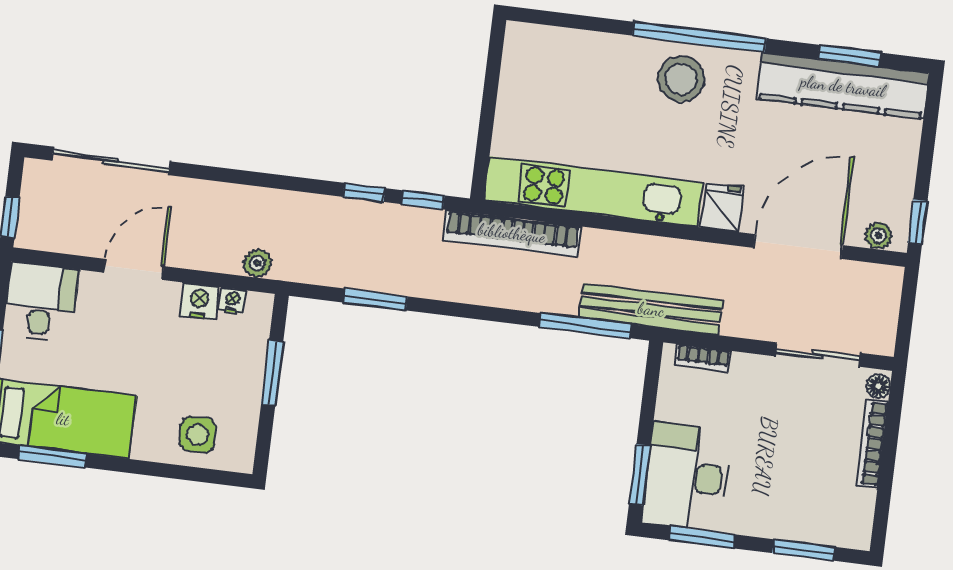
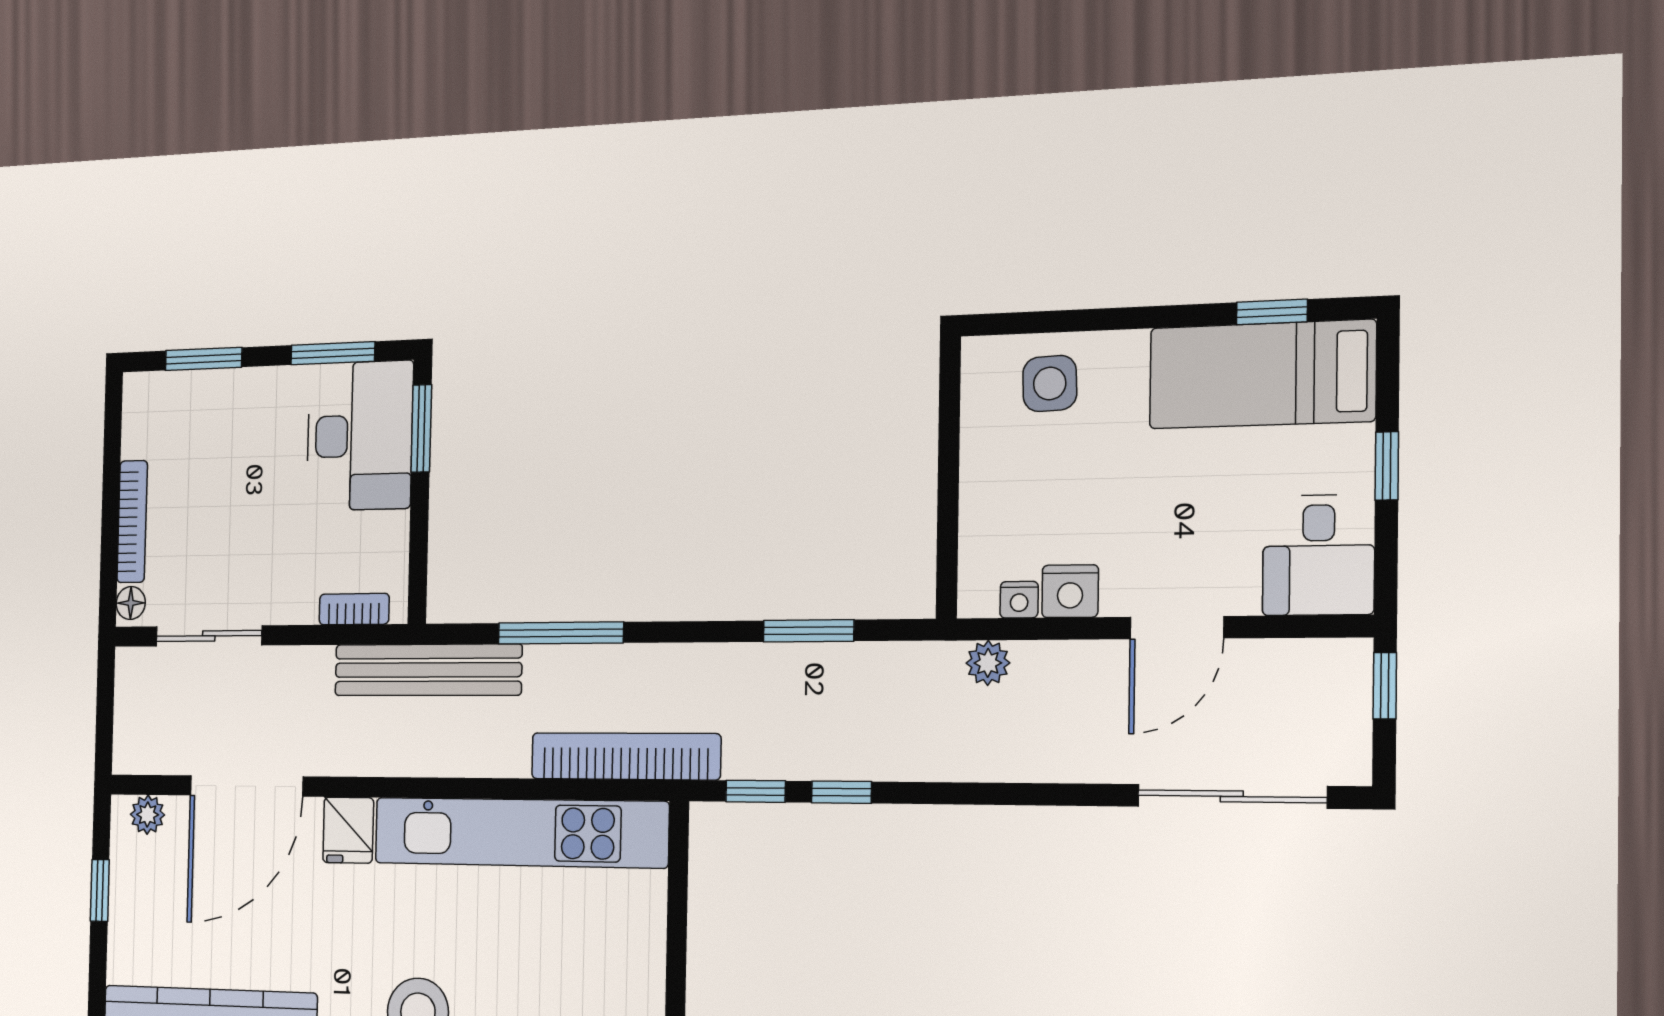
window: (918, 222) -> (100, 890), moved
window: (585, 326) -> (561, 633), moved
window: (272, 373) -> (948, 496), removed
window: (52, 456) -> (1272, 312), width x0.67

